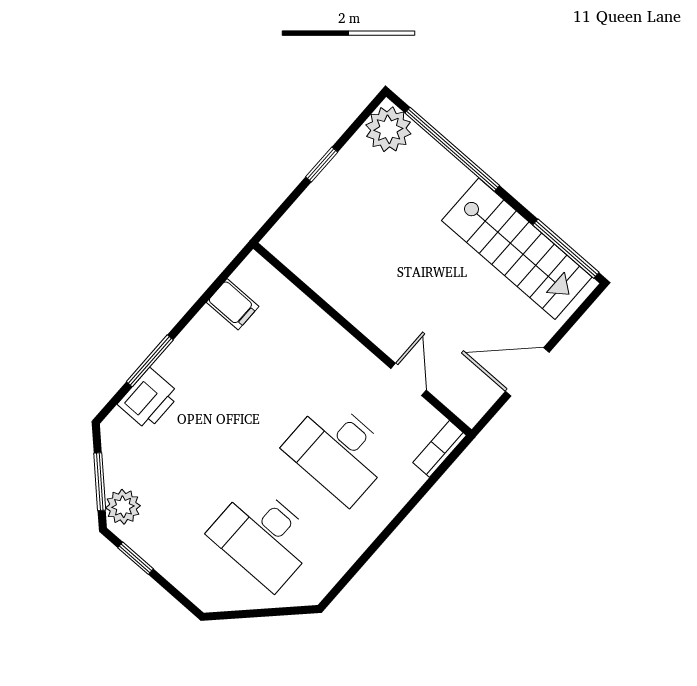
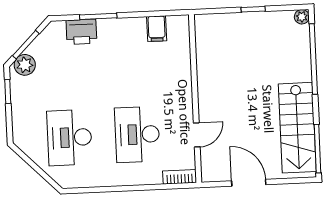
plant: (388, 129) -> (302, 17), width x0.53, depth x0.53

